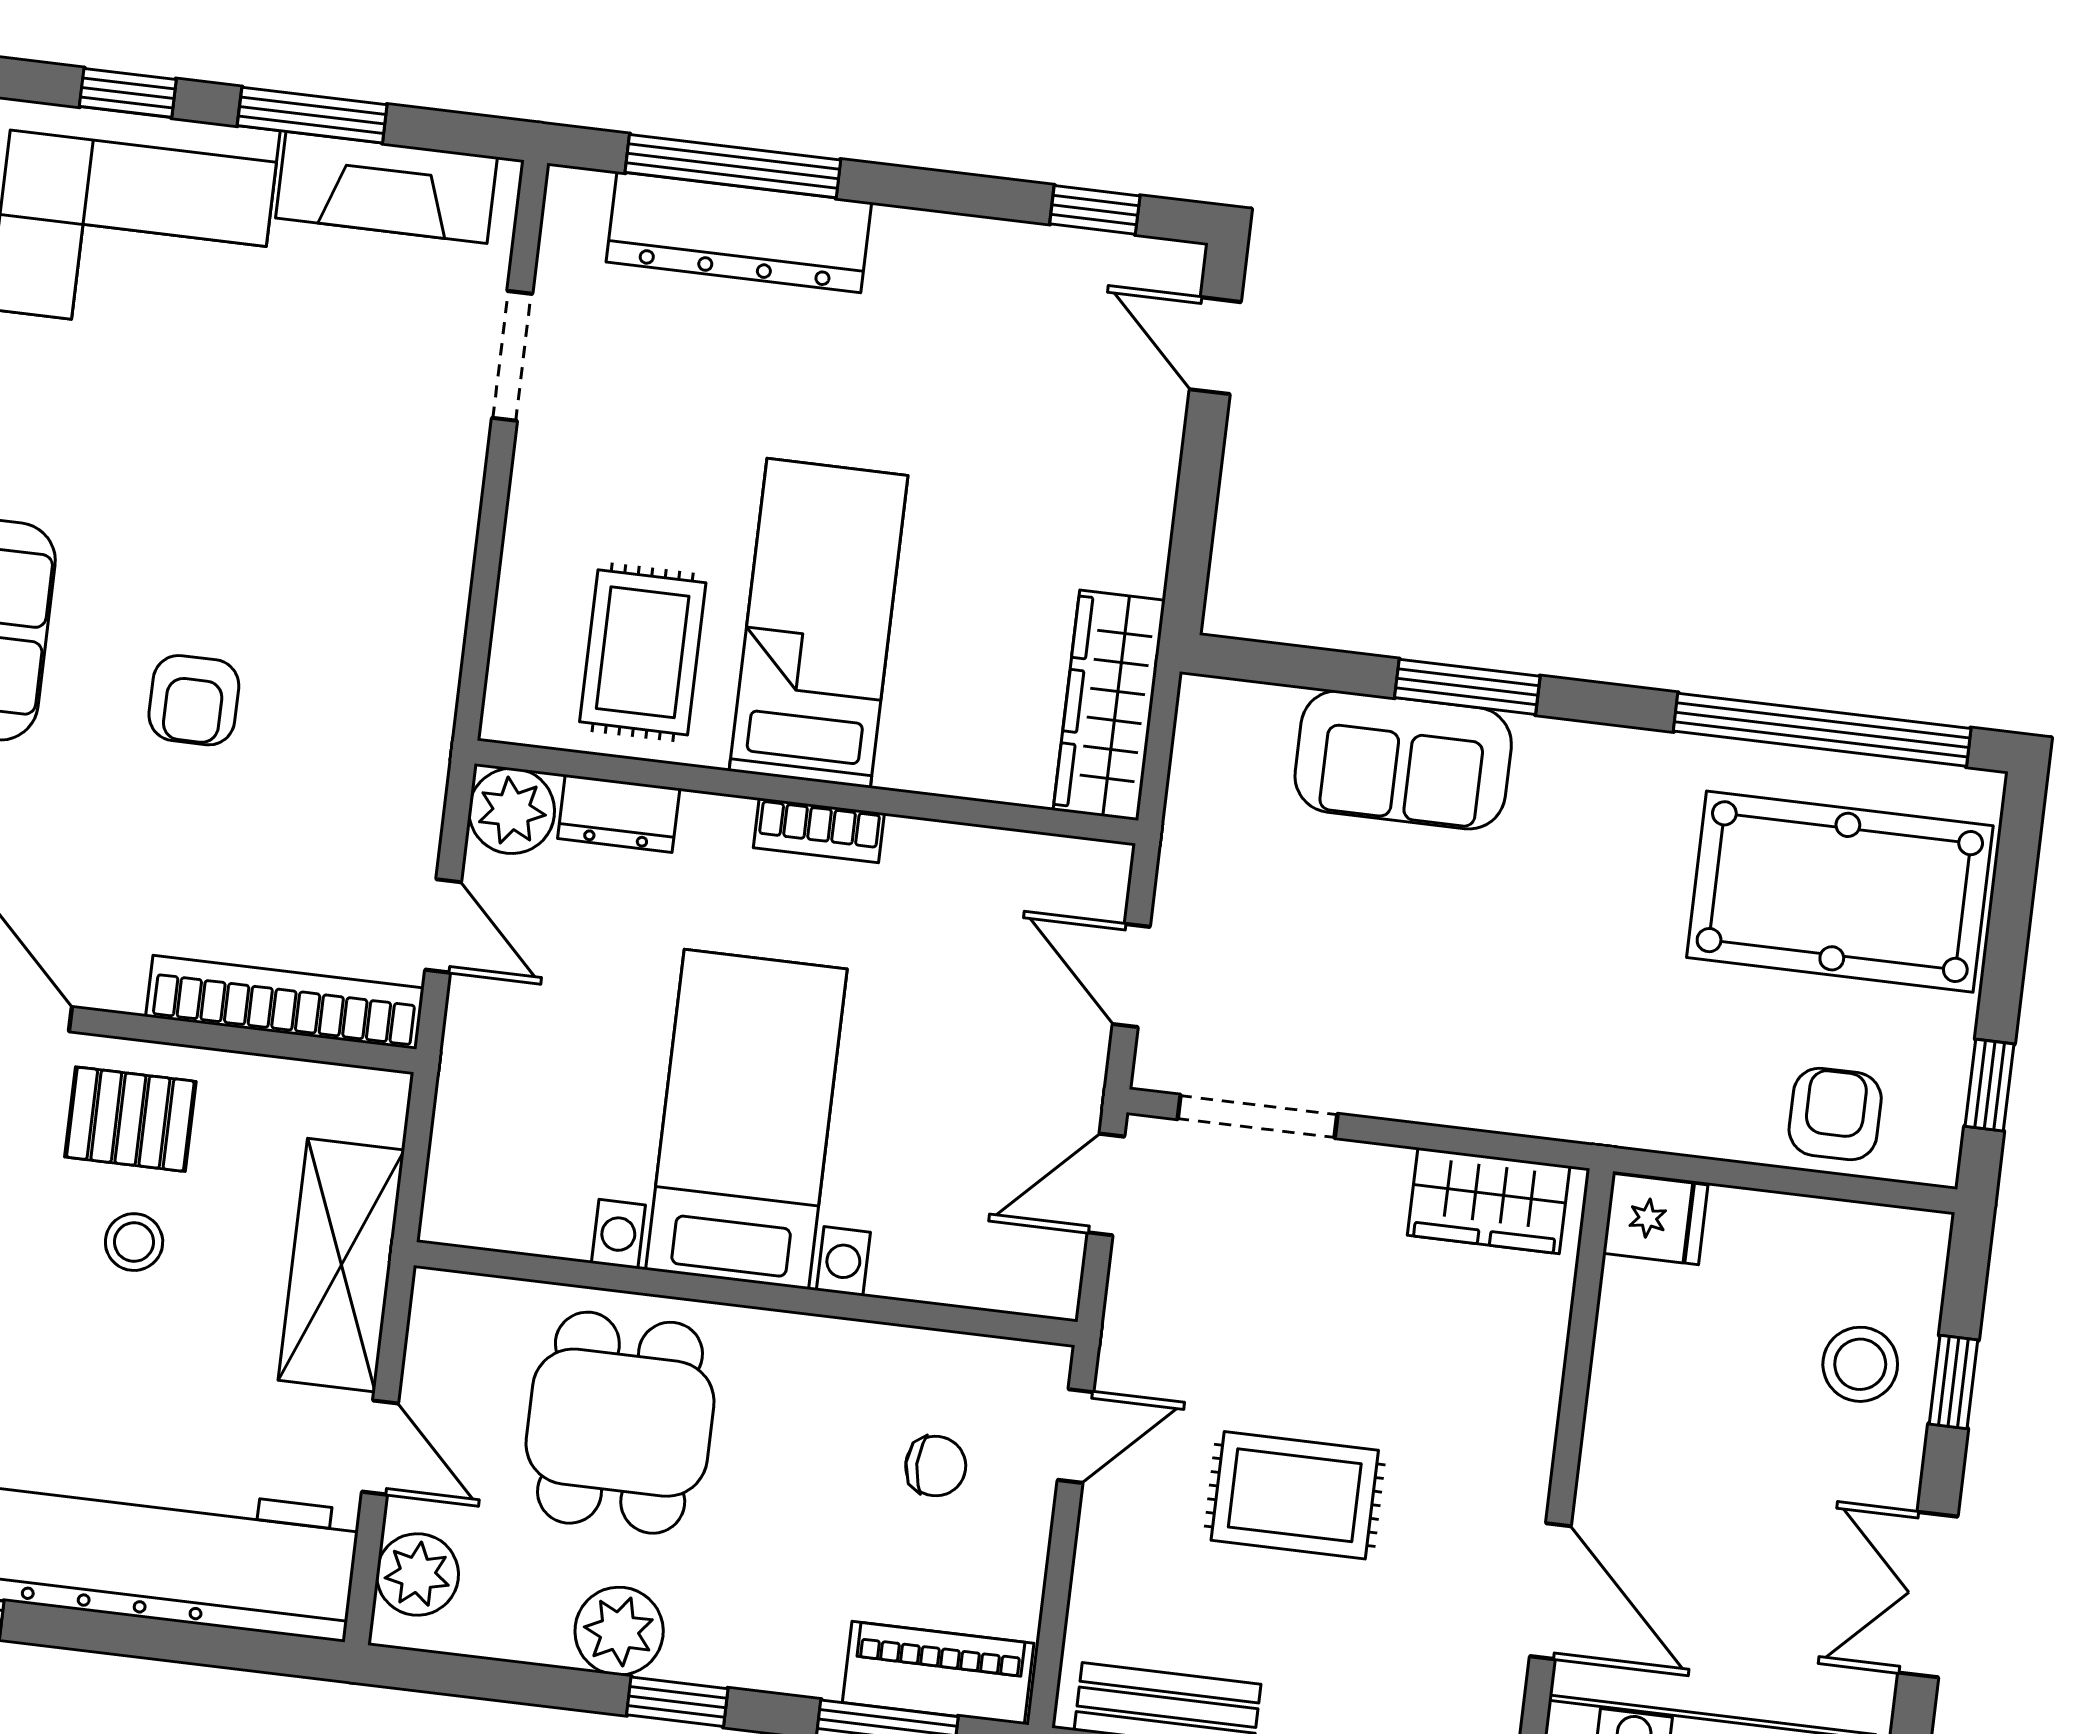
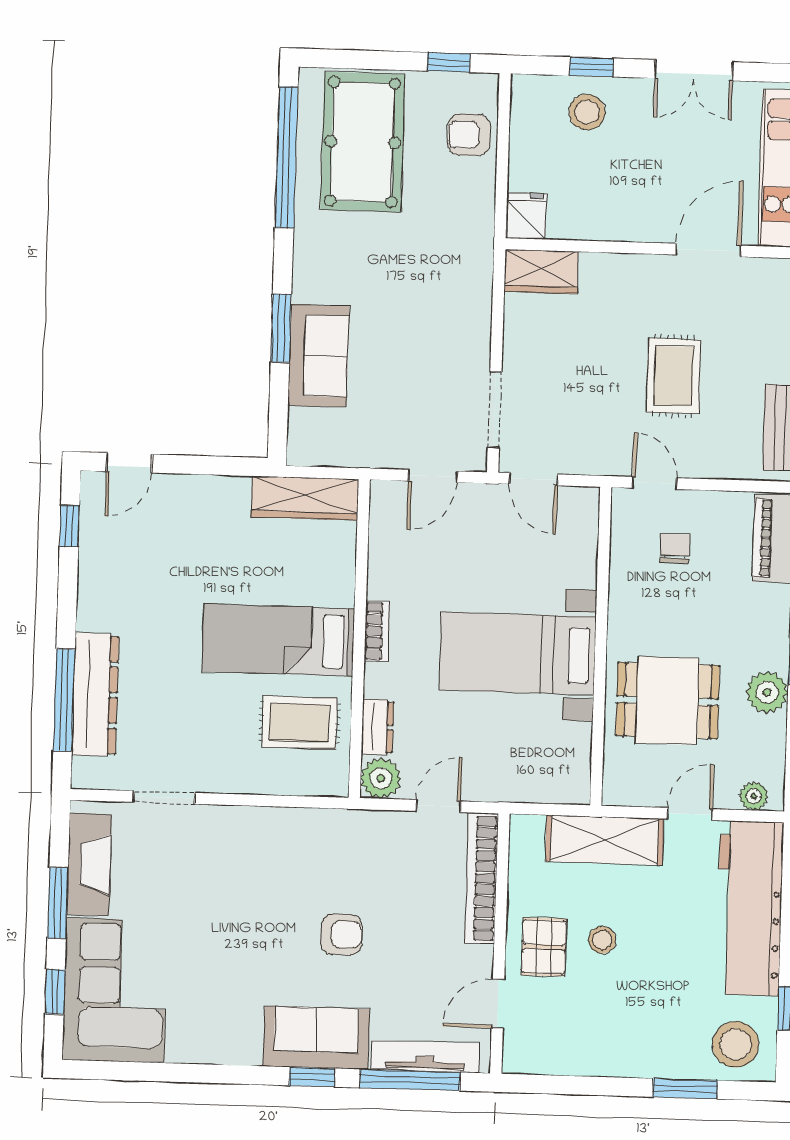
wardrobe: (1489, 1201) -> (541, 272), moved, turned 90
plant: (417, 1574) -> (754, 796), width x0.73, depth x0.73

